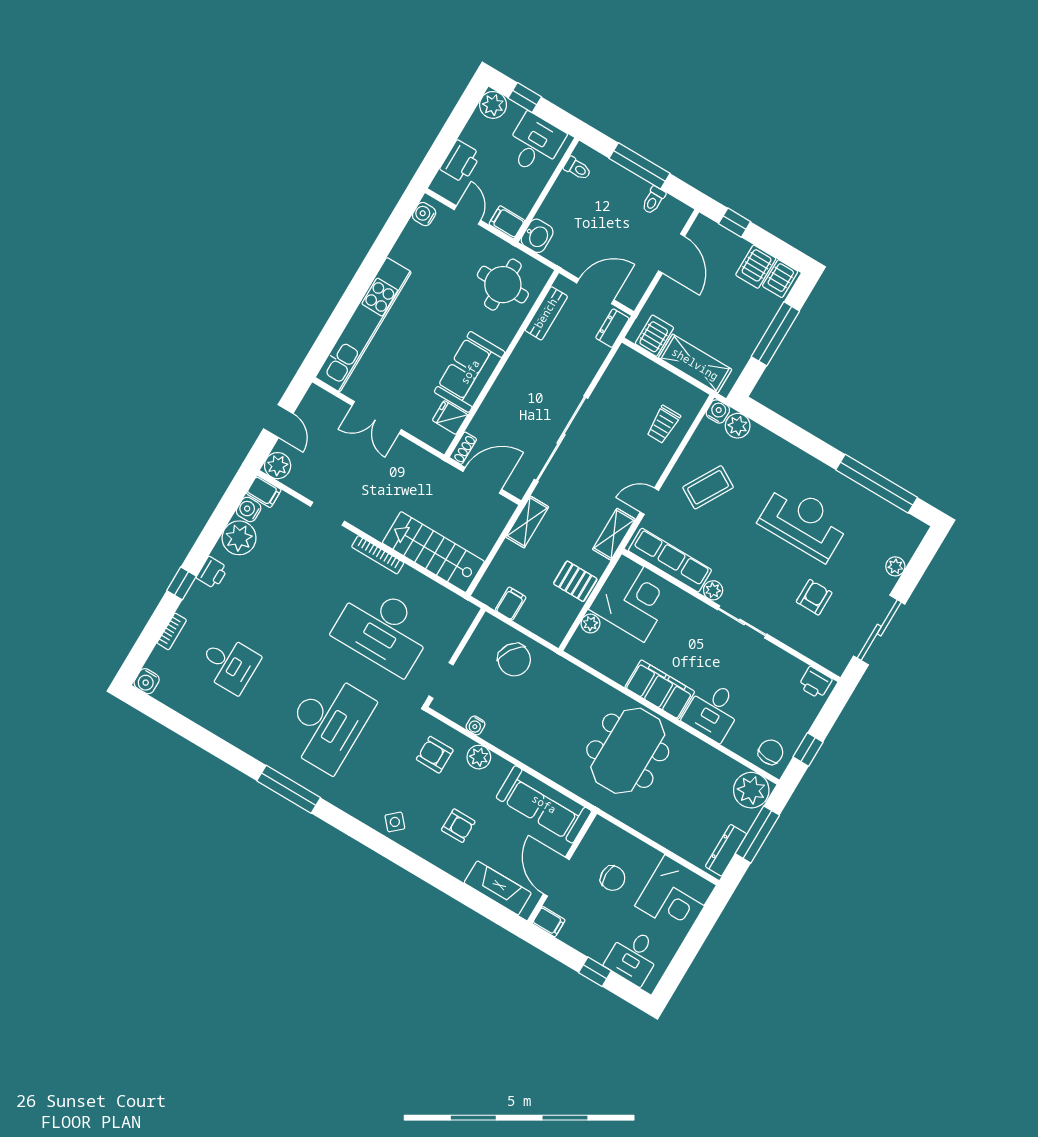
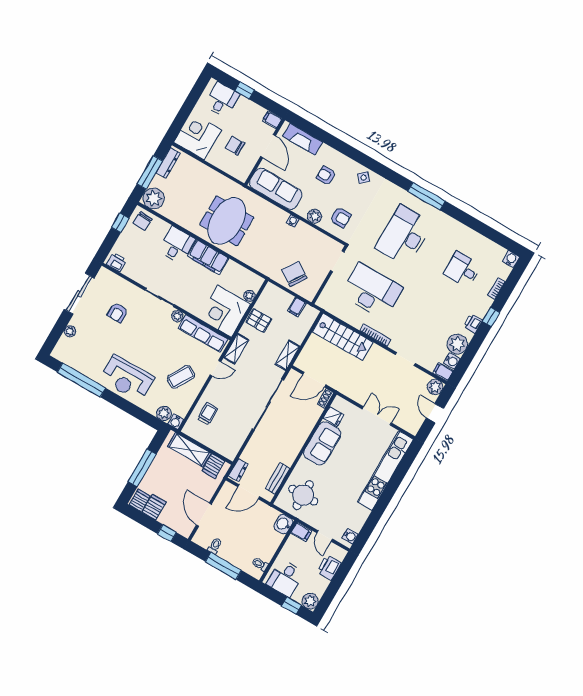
reception desk: (804, 522) -> (127, 378), moved
water cooler: (475, 725) -> (293, 221), moved

